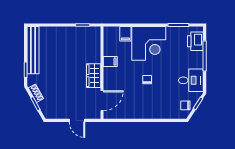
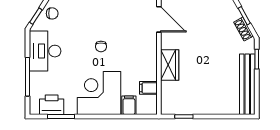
printer: (195, 41) -> (52, 105), moved, turned -90
filing cabinet: (110, 62) -> (148, 88), moved
wardrobe: (94, 76) -> (170, 65), moved
desk: (191, 80) -> (45, 51), width x1.37
door: (102, 101) -> (159, 19), swing flipped

